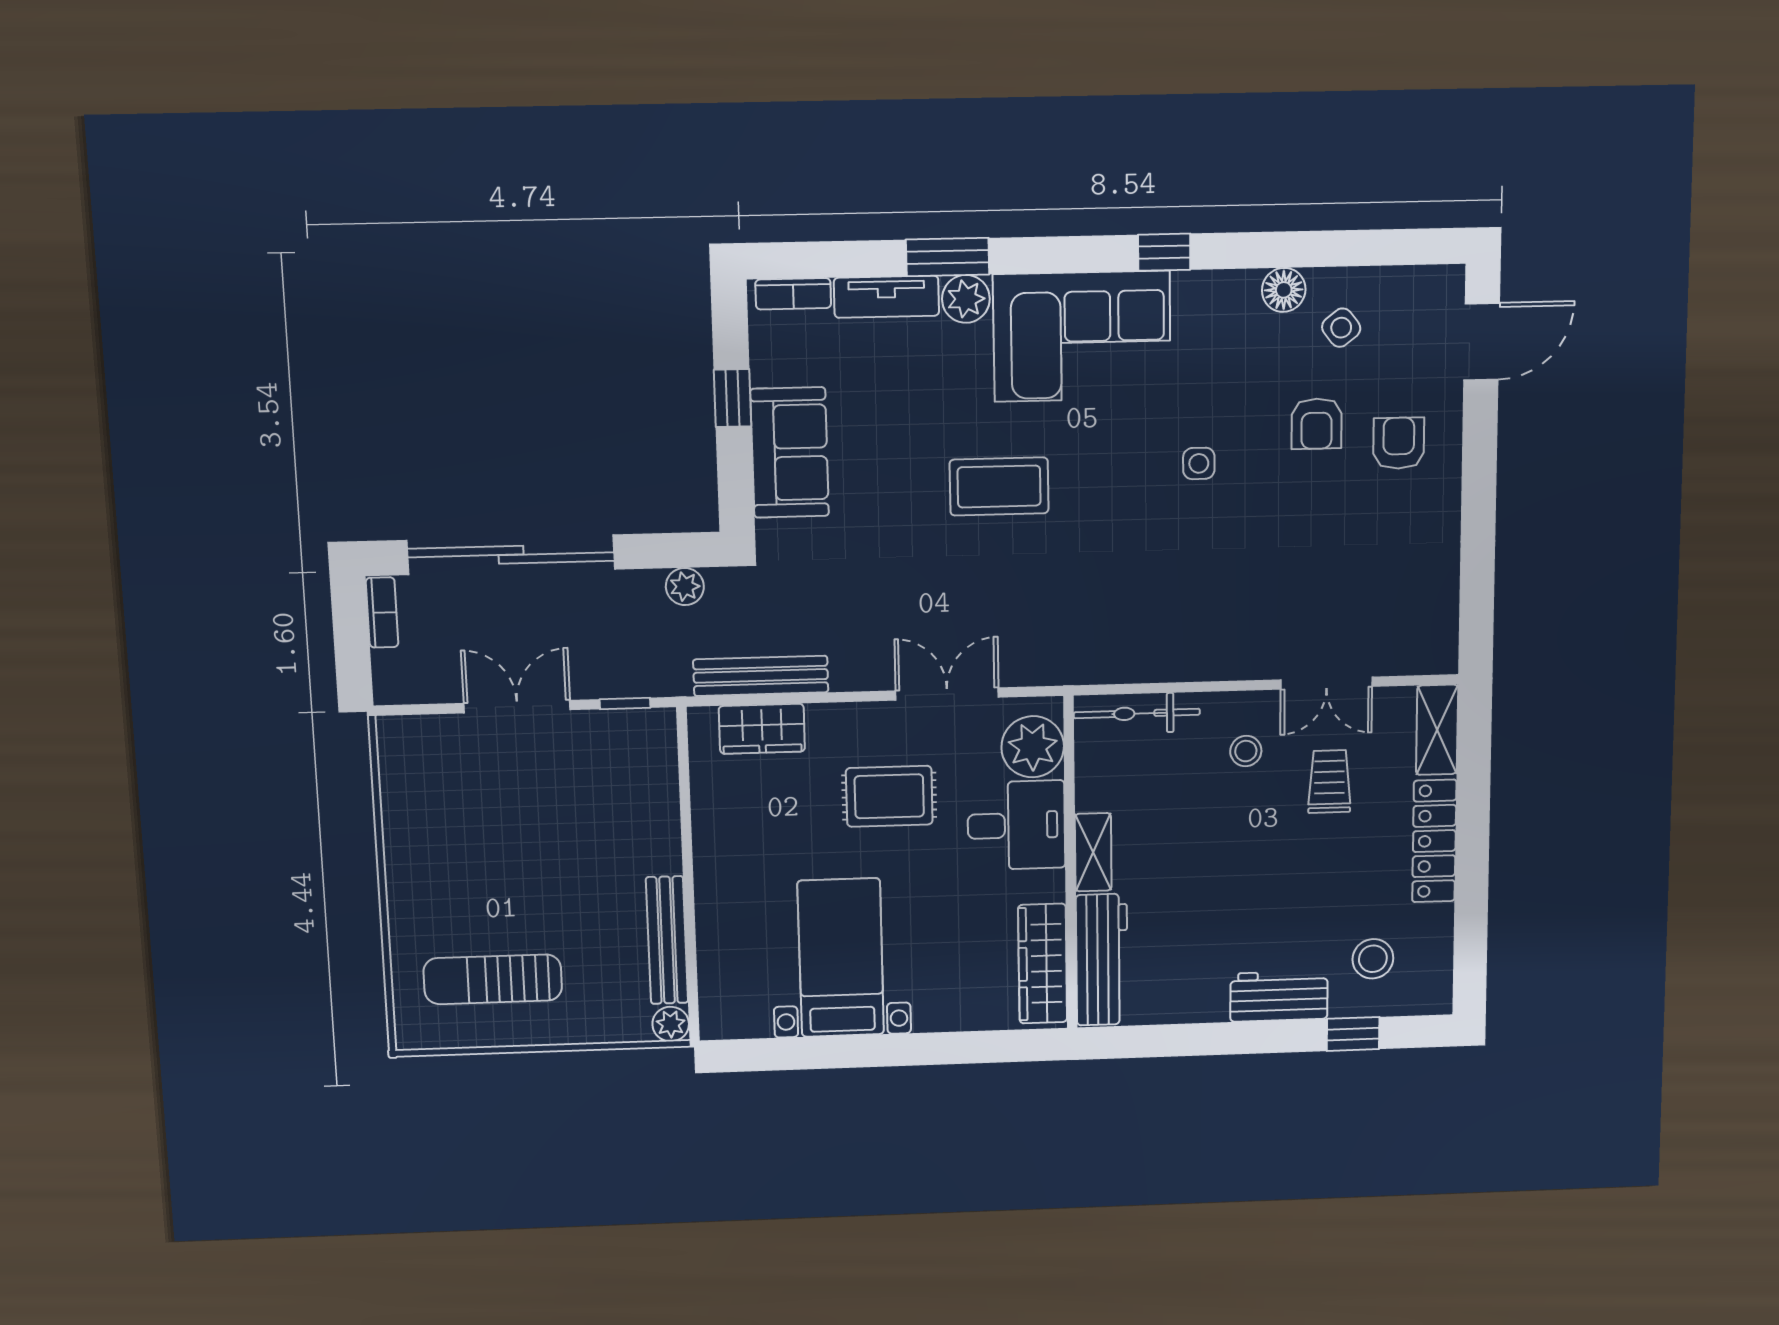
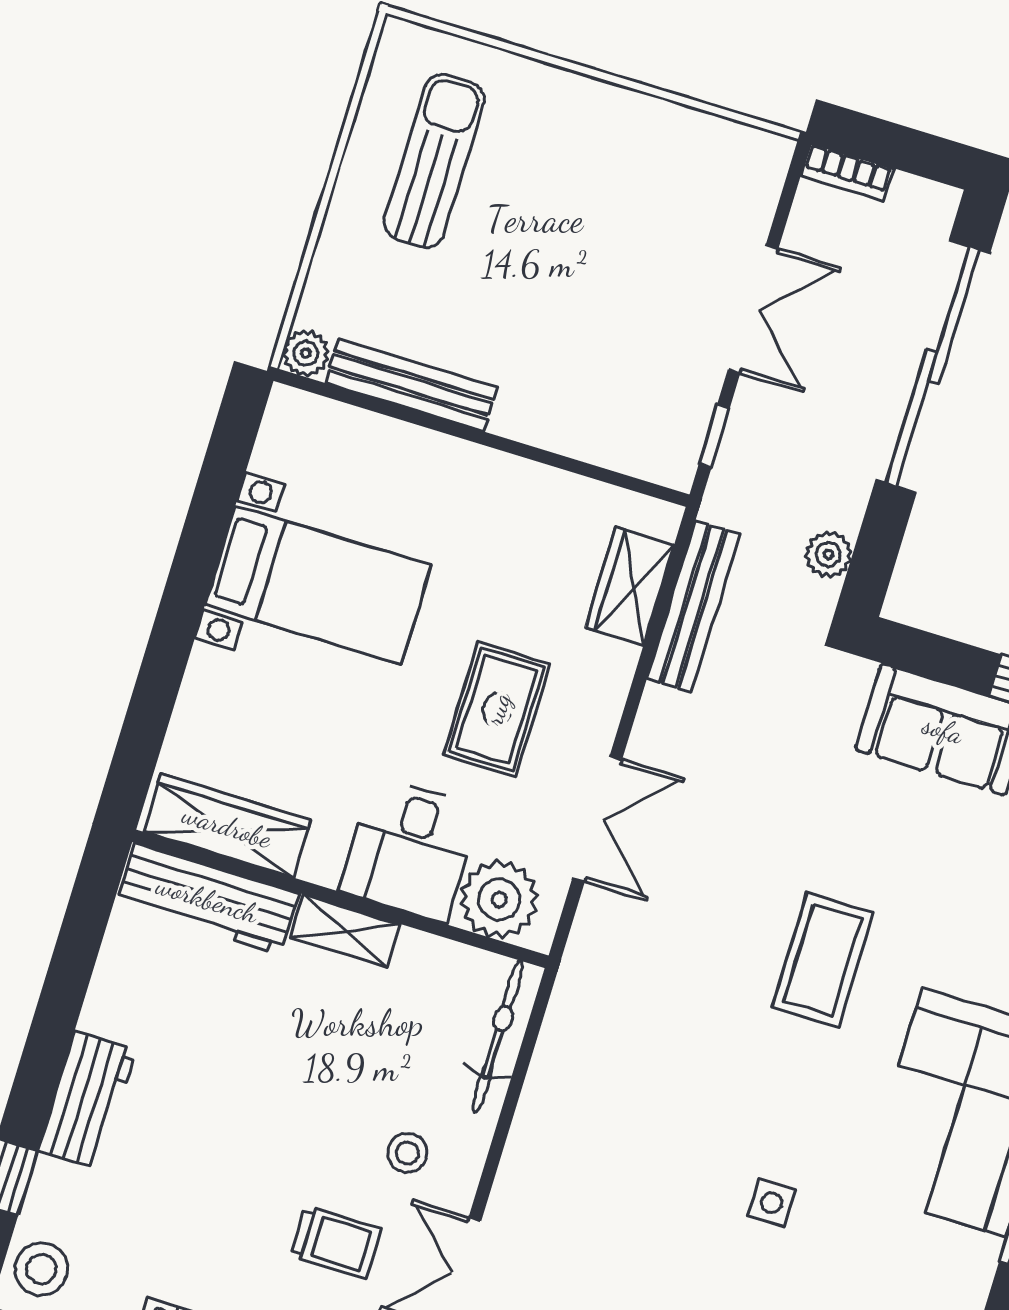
bookcase: (382, 612) -> (847, 172), moved
stool: (1373, 959) -> (41, 1269), moved

